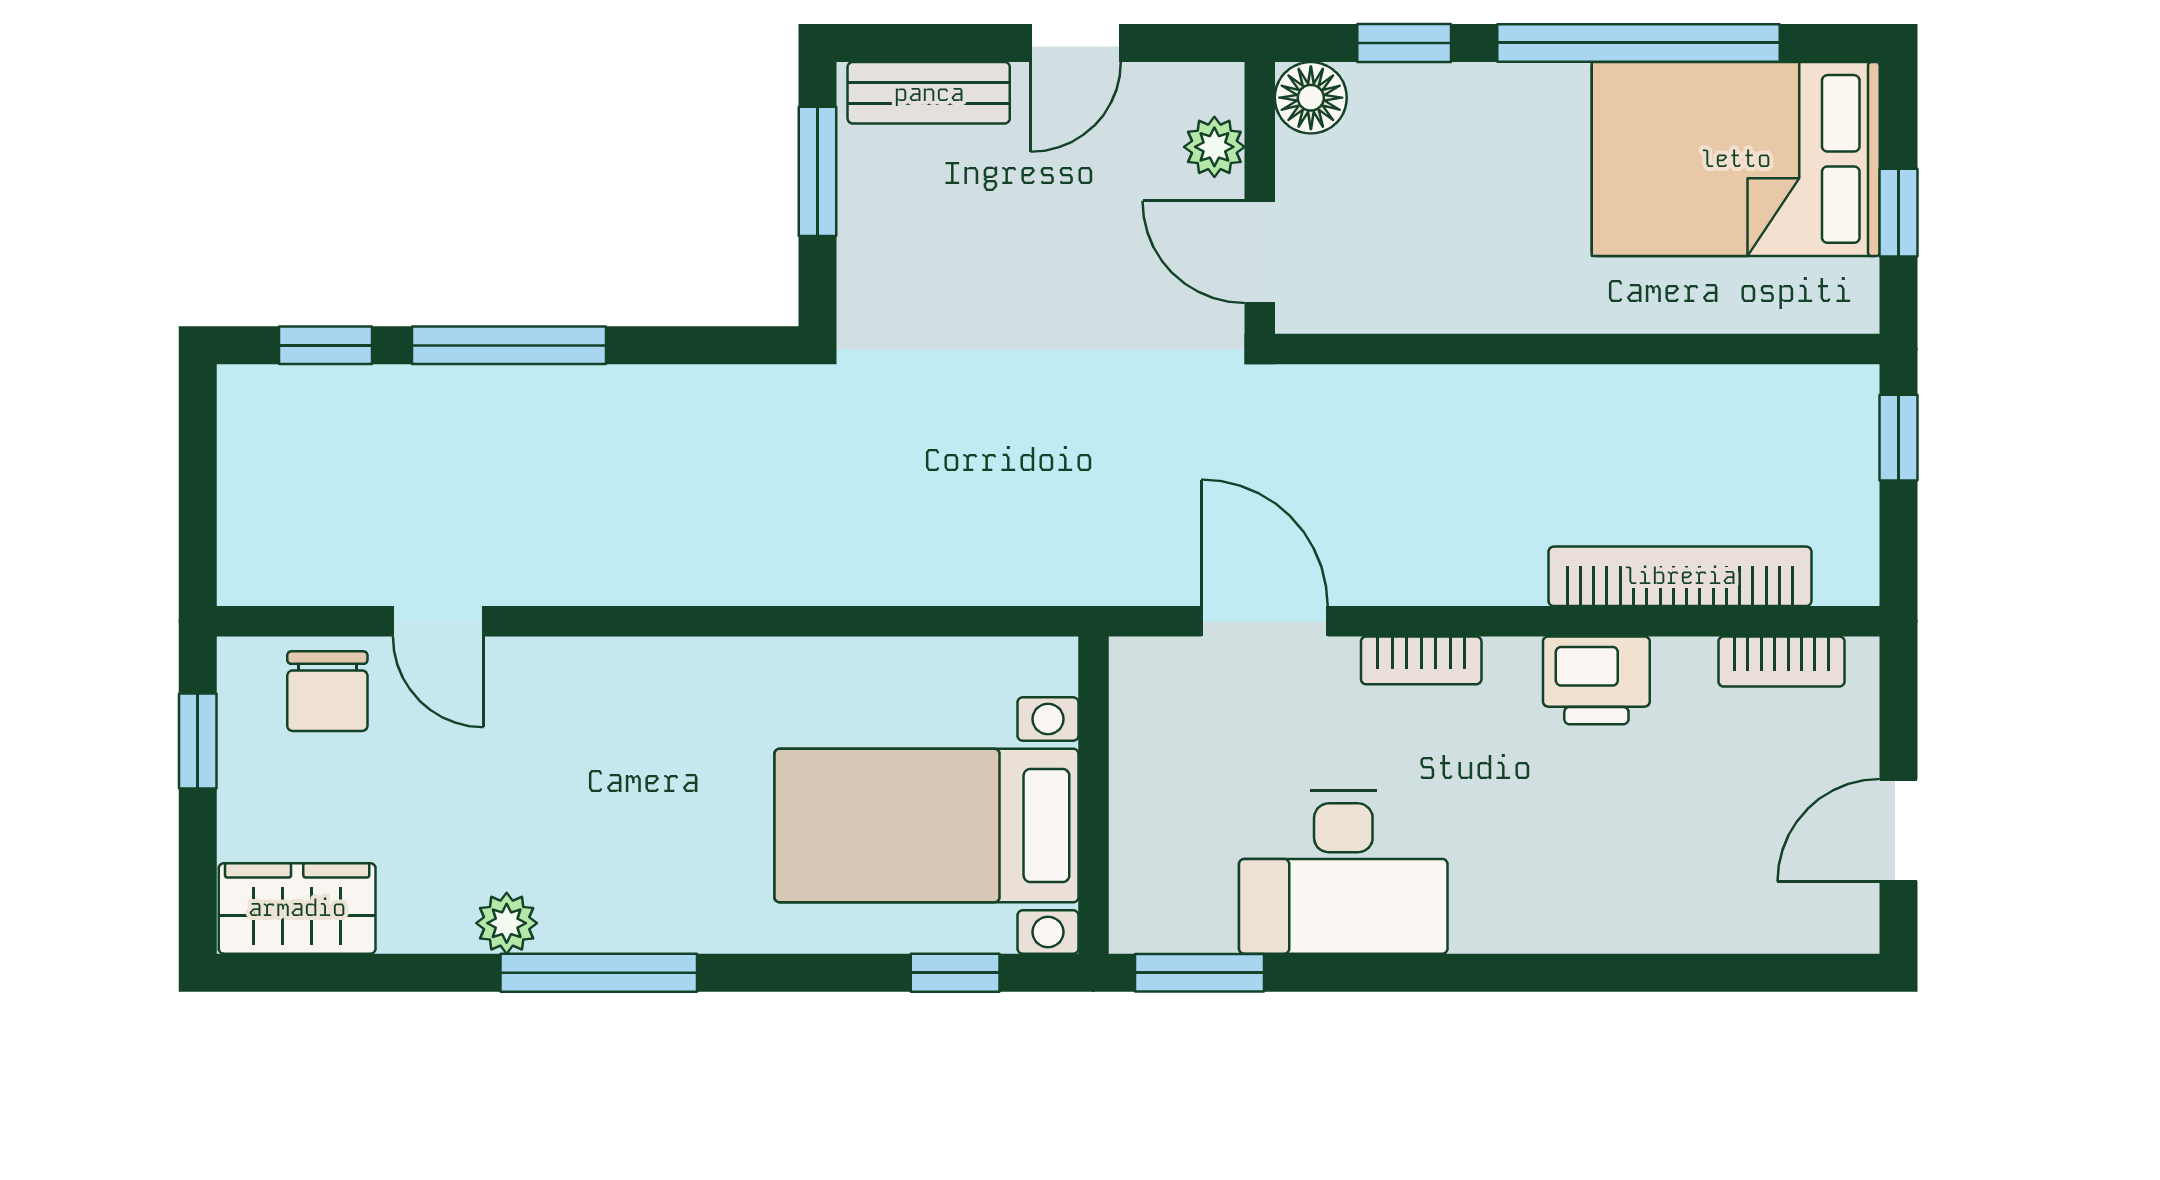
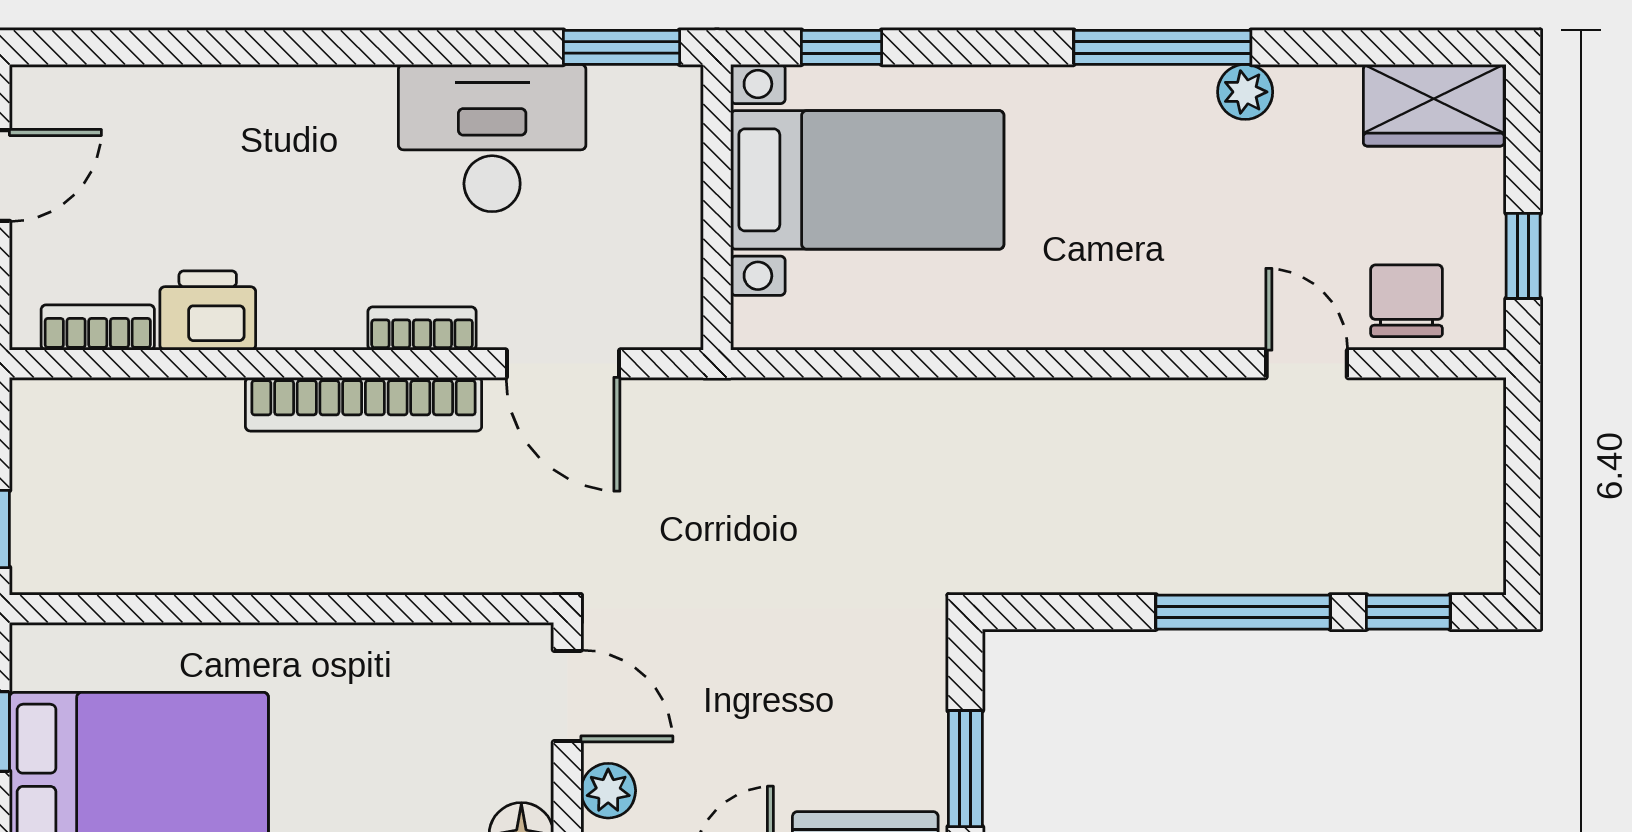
bookcase: (1680, 576) -> (364, 404), moved
printer: (1596, 680) -> (208, 311), moved

